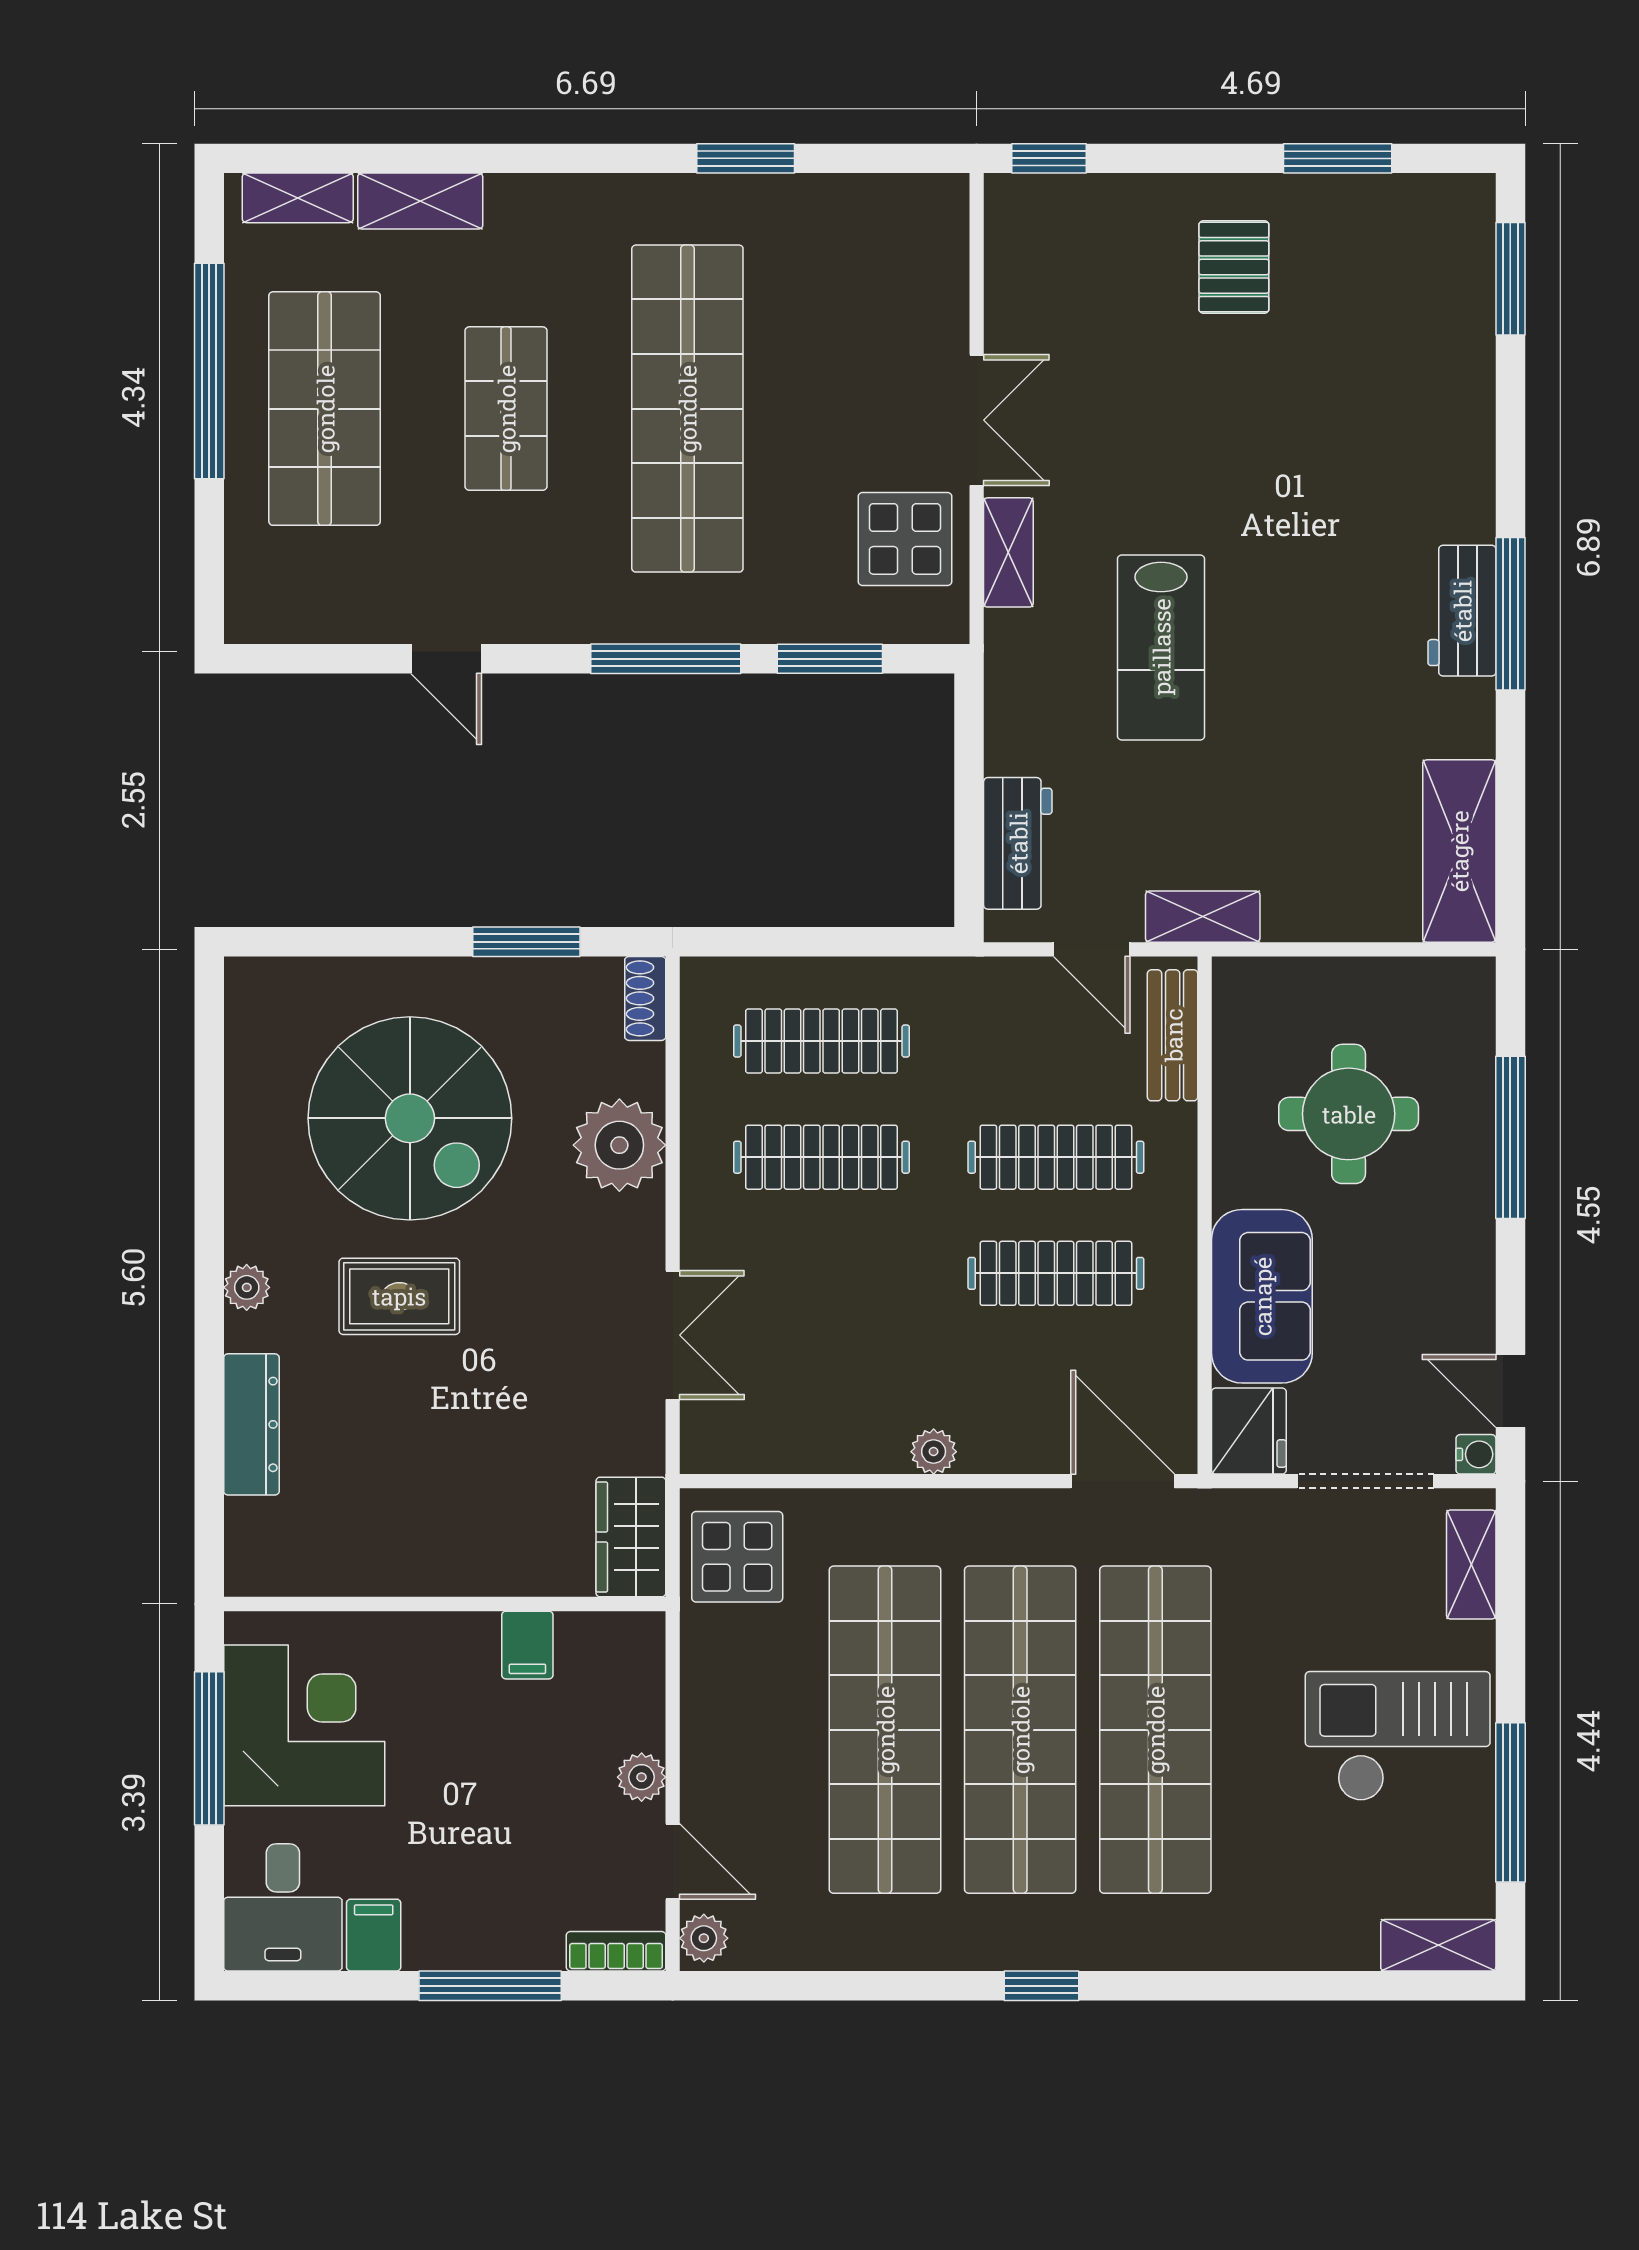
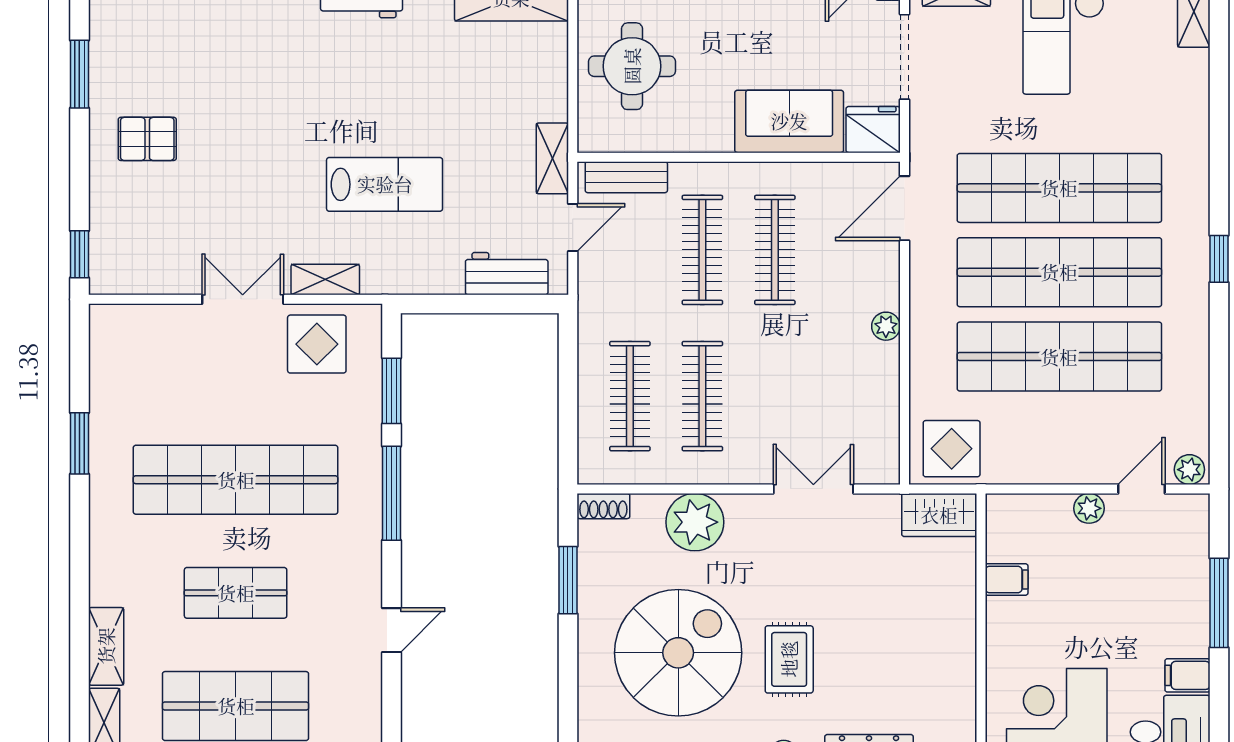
round table: (1349, 1114) -> (632, 66), moved
bookcase: (616, 1951) -> (1198, 524), removed

